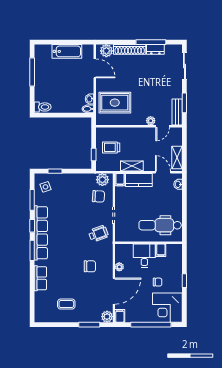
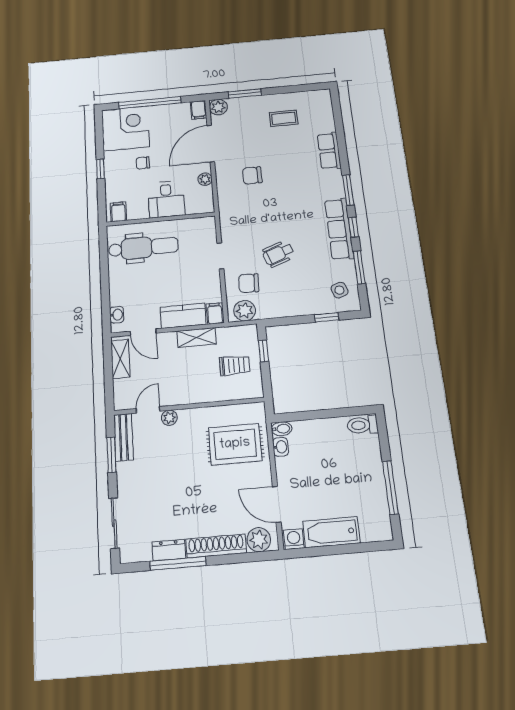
washing machine: (88, 50) -> (294, 539), added
row of seats: (41, 233) -> (339, 229), width x0.73
wheelchair: (98, 234) -> (278, 254), moved
filing cabinet: (161, 250) -> (118, 212), moved

